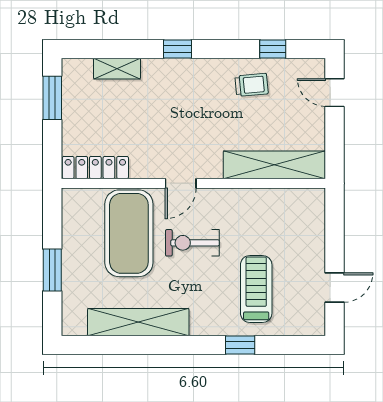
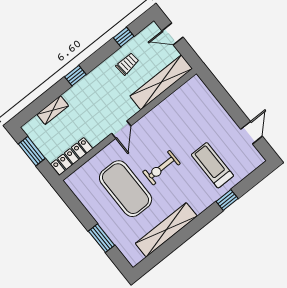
shelving: (274, 165) -> (161, 82), moved
locker: (95, 168) -> (72, 156), moved
door: (181, 183) -> (121, 130), moved
wall: (193, 183) -> (128, 125), moved

